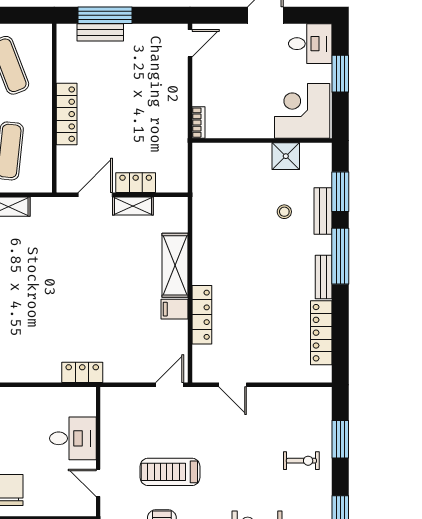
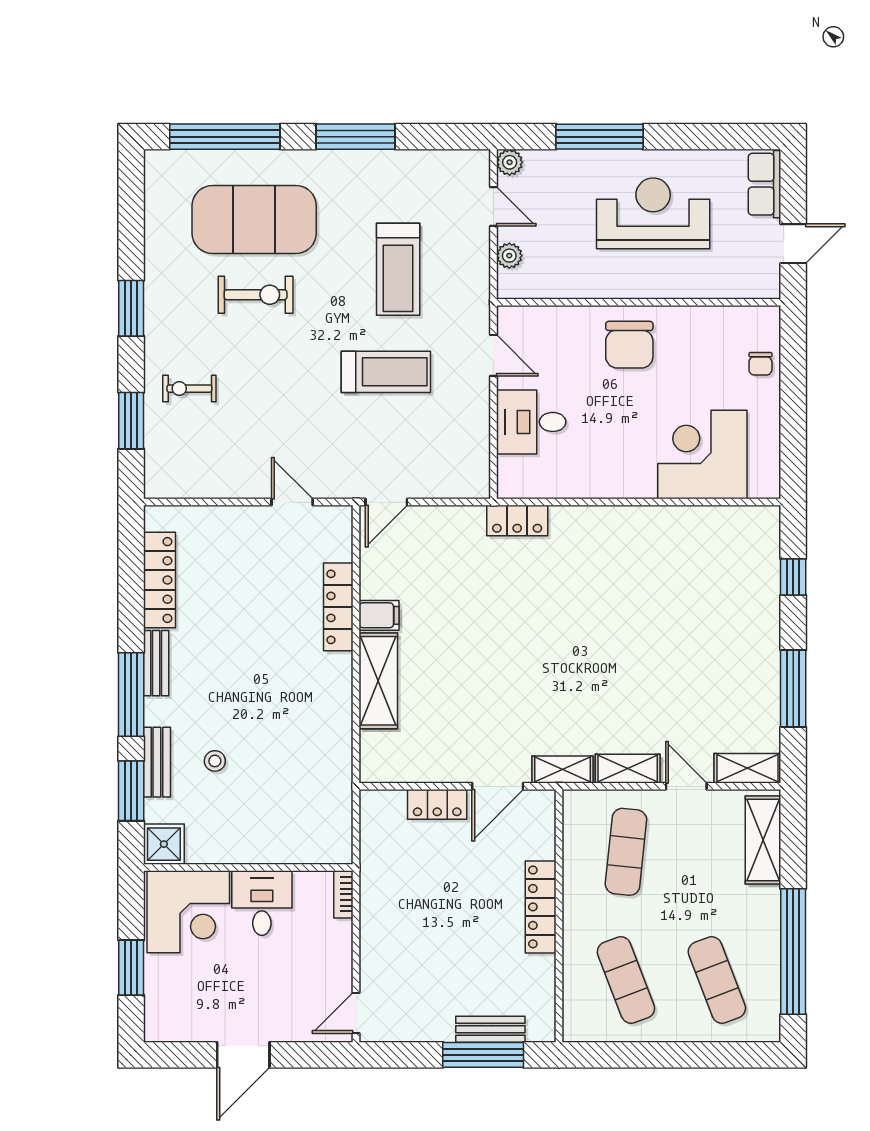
desk: (310, 44) -> (262, 903), moved, turned 90
shower: (286, 156) -> (164, 844), moved
shelving: (133, 206) -> (563, 770), moved

